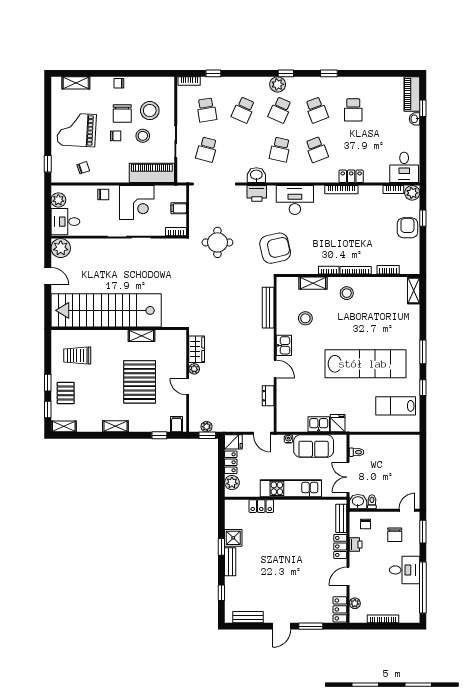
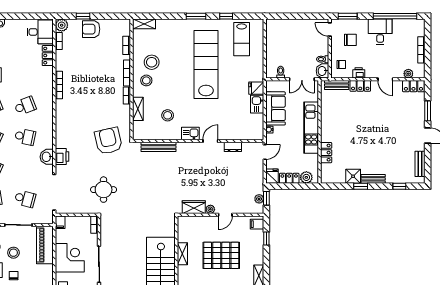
locker: (351, 176) -> (48, 56), moved
desk: (295, 200) -> (68, 124), removed
filing cabinet: (179, 208) -> (60, 222), moved
stool: (368, 299) -> (152, 62), added

